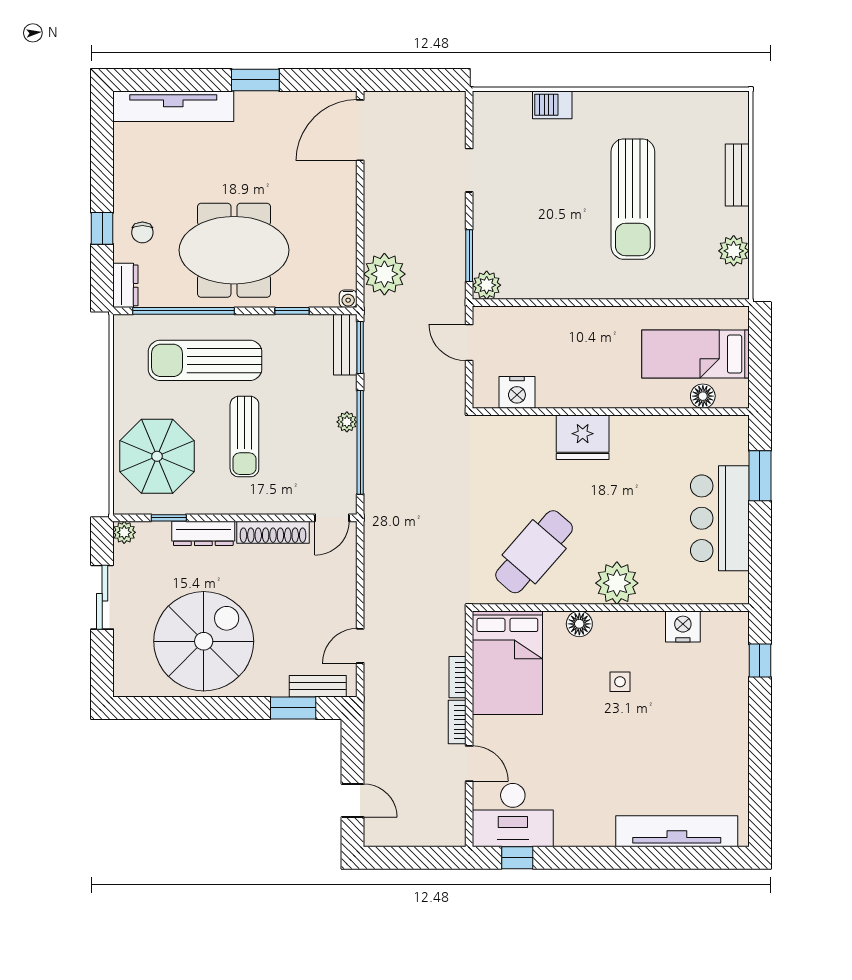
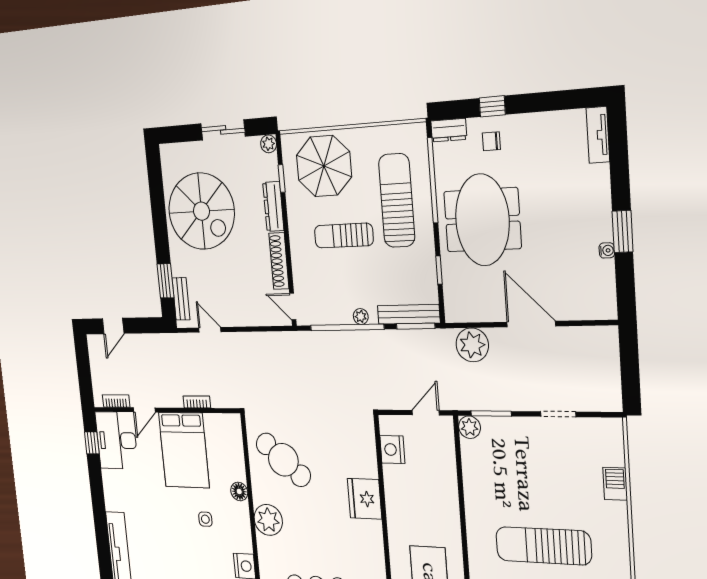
tv unit: (173, 106) -> (598, 135), width x0.52, depth x0.78
door: (360, 130) -> (531, 324), moved
water cooler: (348, 299) -> (607, 250), moved, turned 180
bench: (345, 345) -> (409, 314), width x1.36
bed: (507, 663) -> (184, 450), moved, turned -90
bookcase: (457, 722) -> (116, 401), moved

